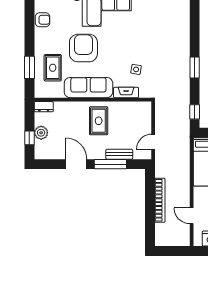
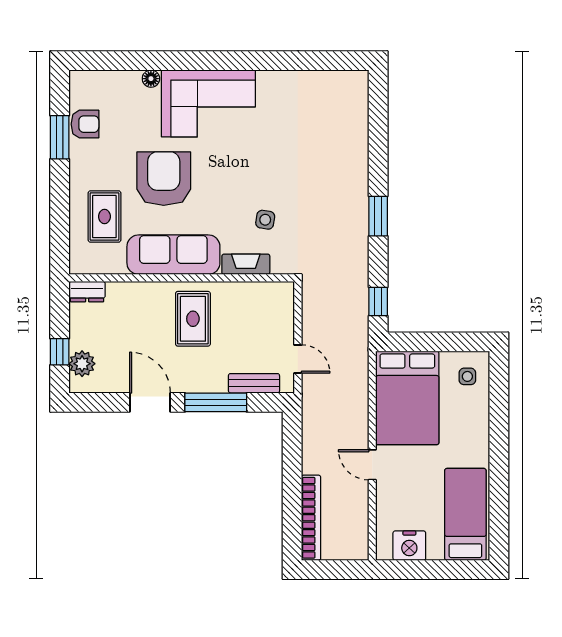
window: (29, 67) -> (60, 137), moved
plant: (41, 133) -> (82, 364), moved
door: (153, 142) -> (298, 359), swing flipped
bench: (119, 154) -> (254, 383), moved
bookcase: (160, 200) -> (311, 518), moved
door: (192, 216) -> (372, 465), moved

